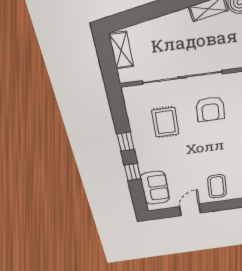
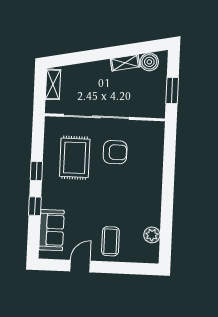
armchair: (210, 109) -> (115, 152), turned -90
rug: (165, 122) -> (75, 158), width x1.36, depth x1.43

